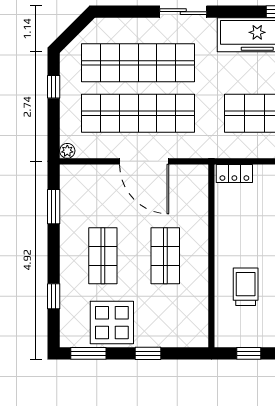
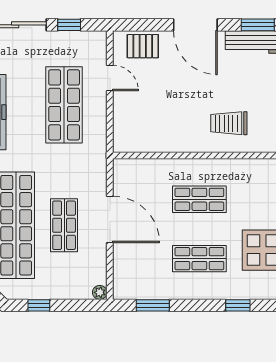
shop shelf: (138, 113) -> (64, 225), width x0.50, depth x0.74
door: (144, 161) -> (110, 219), hinge flipped
locker: (234, 173) -> (121, 134), removed

